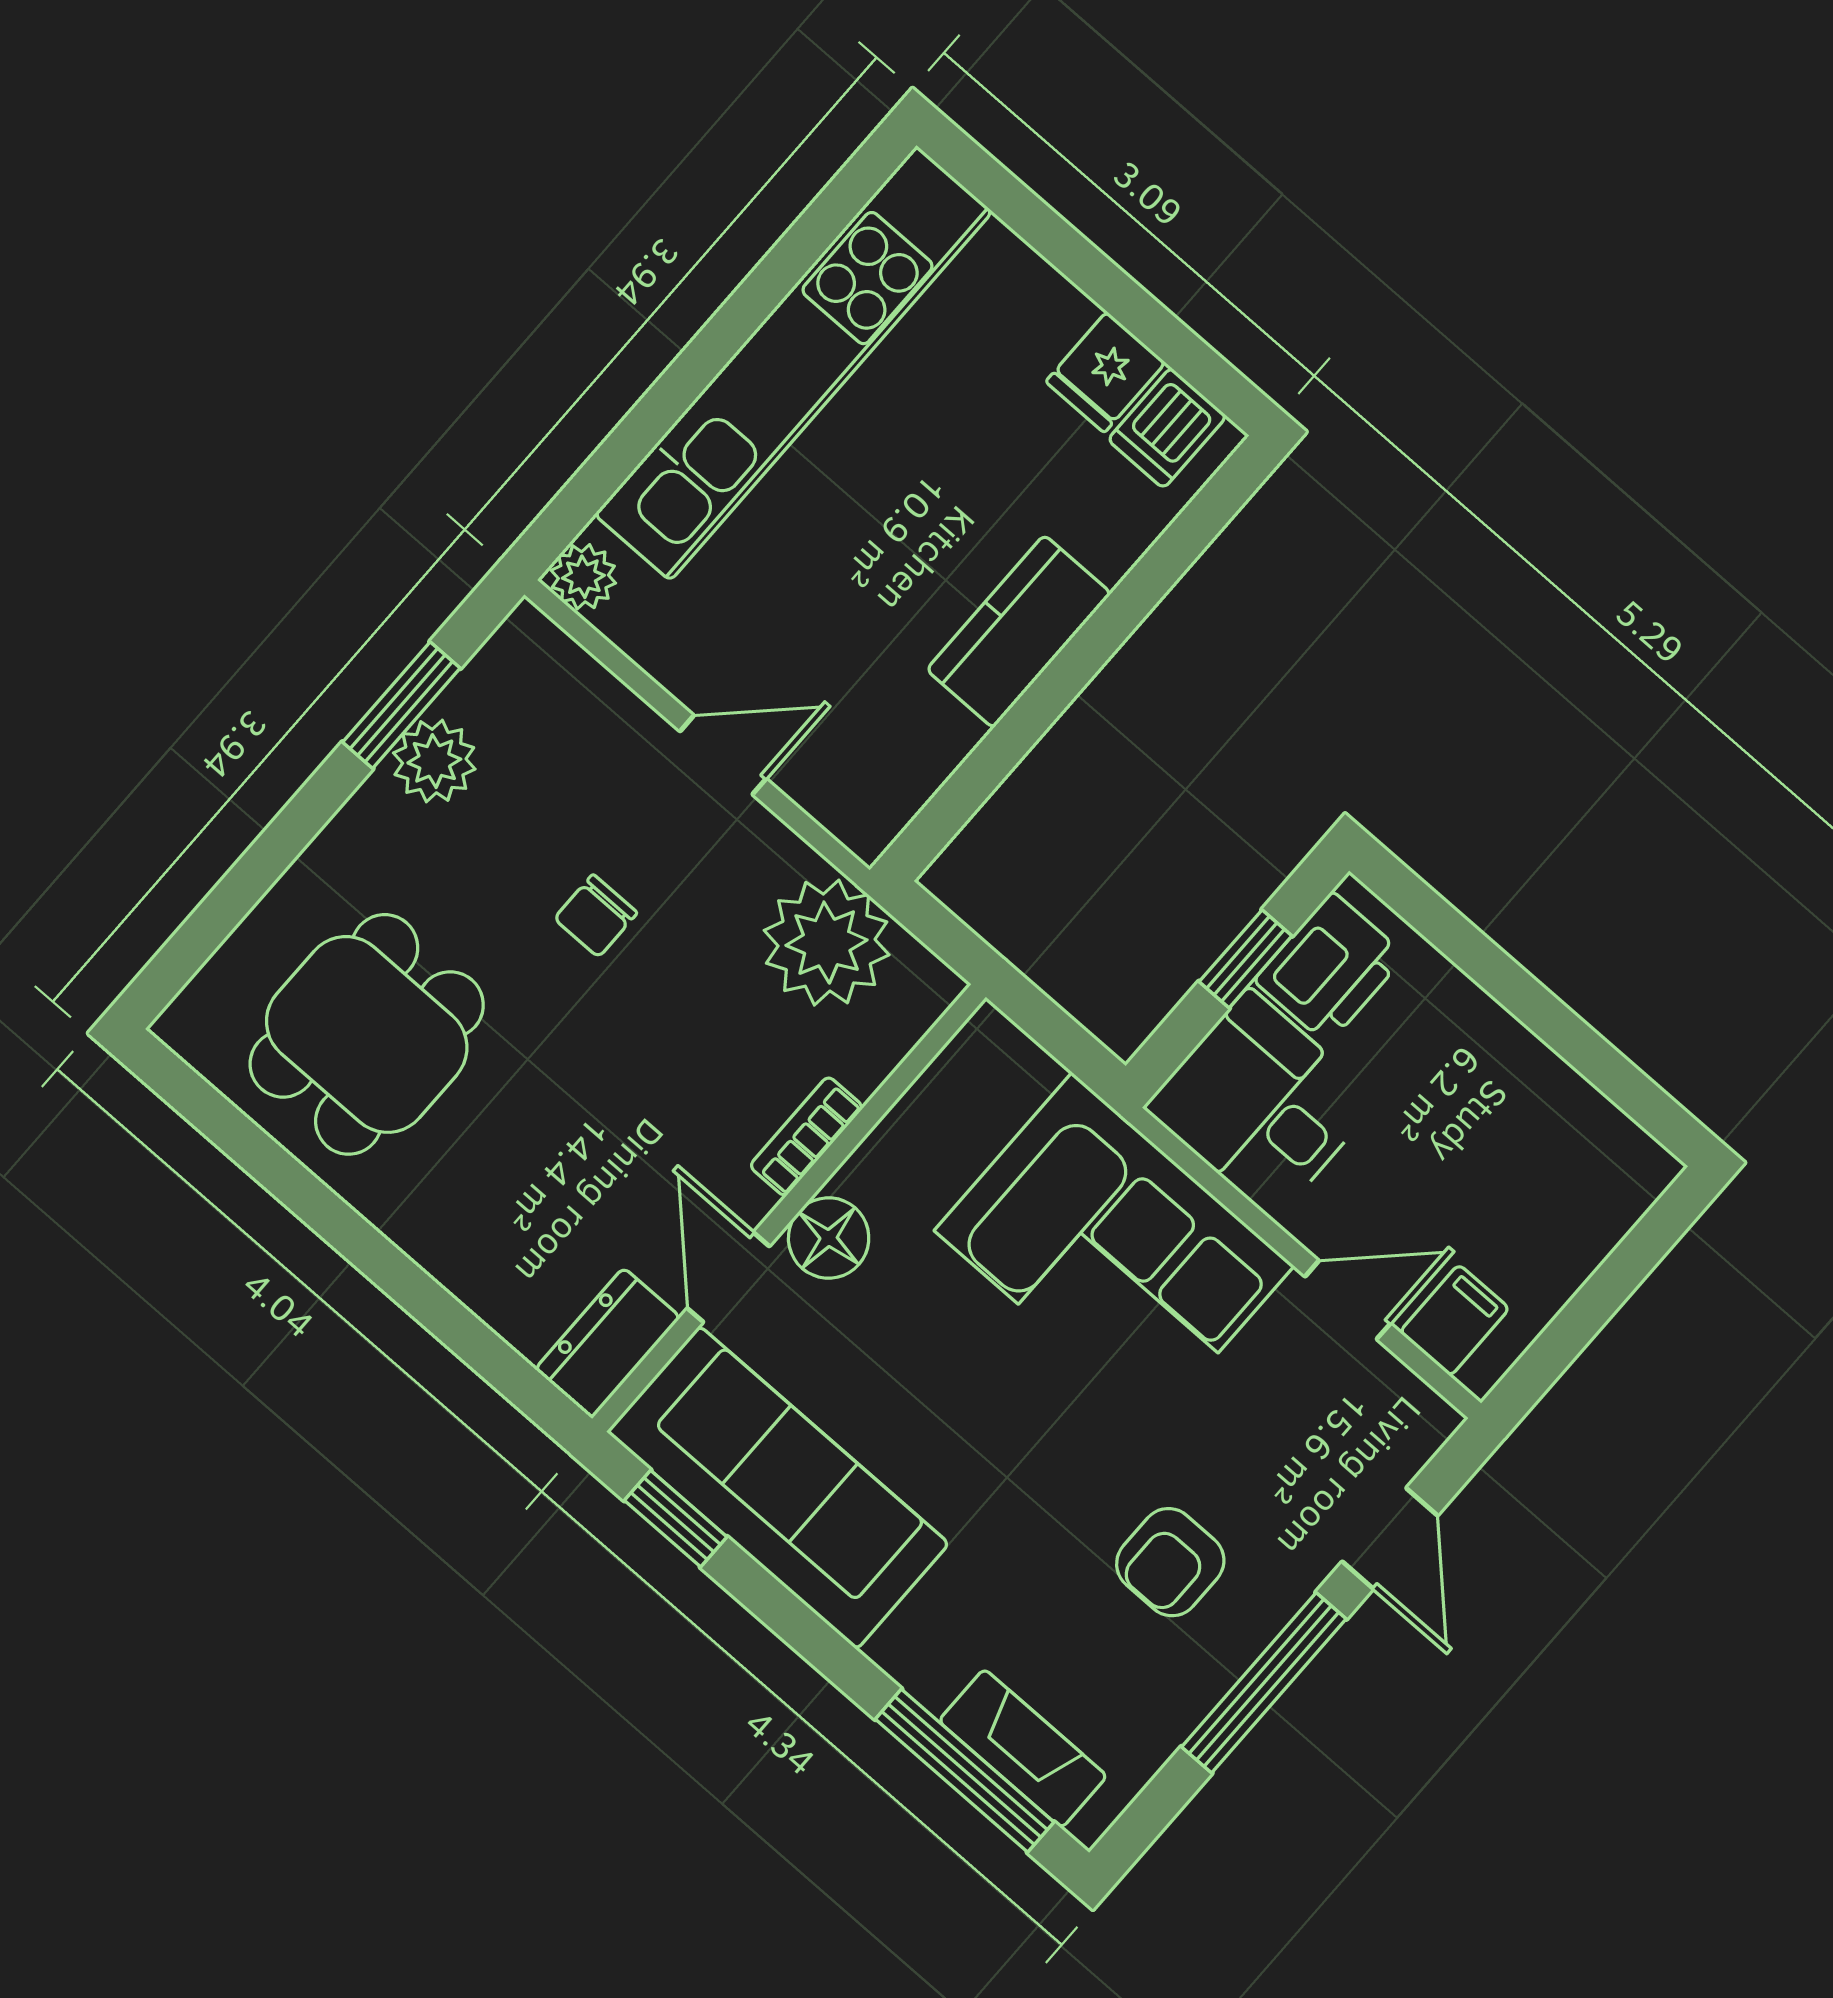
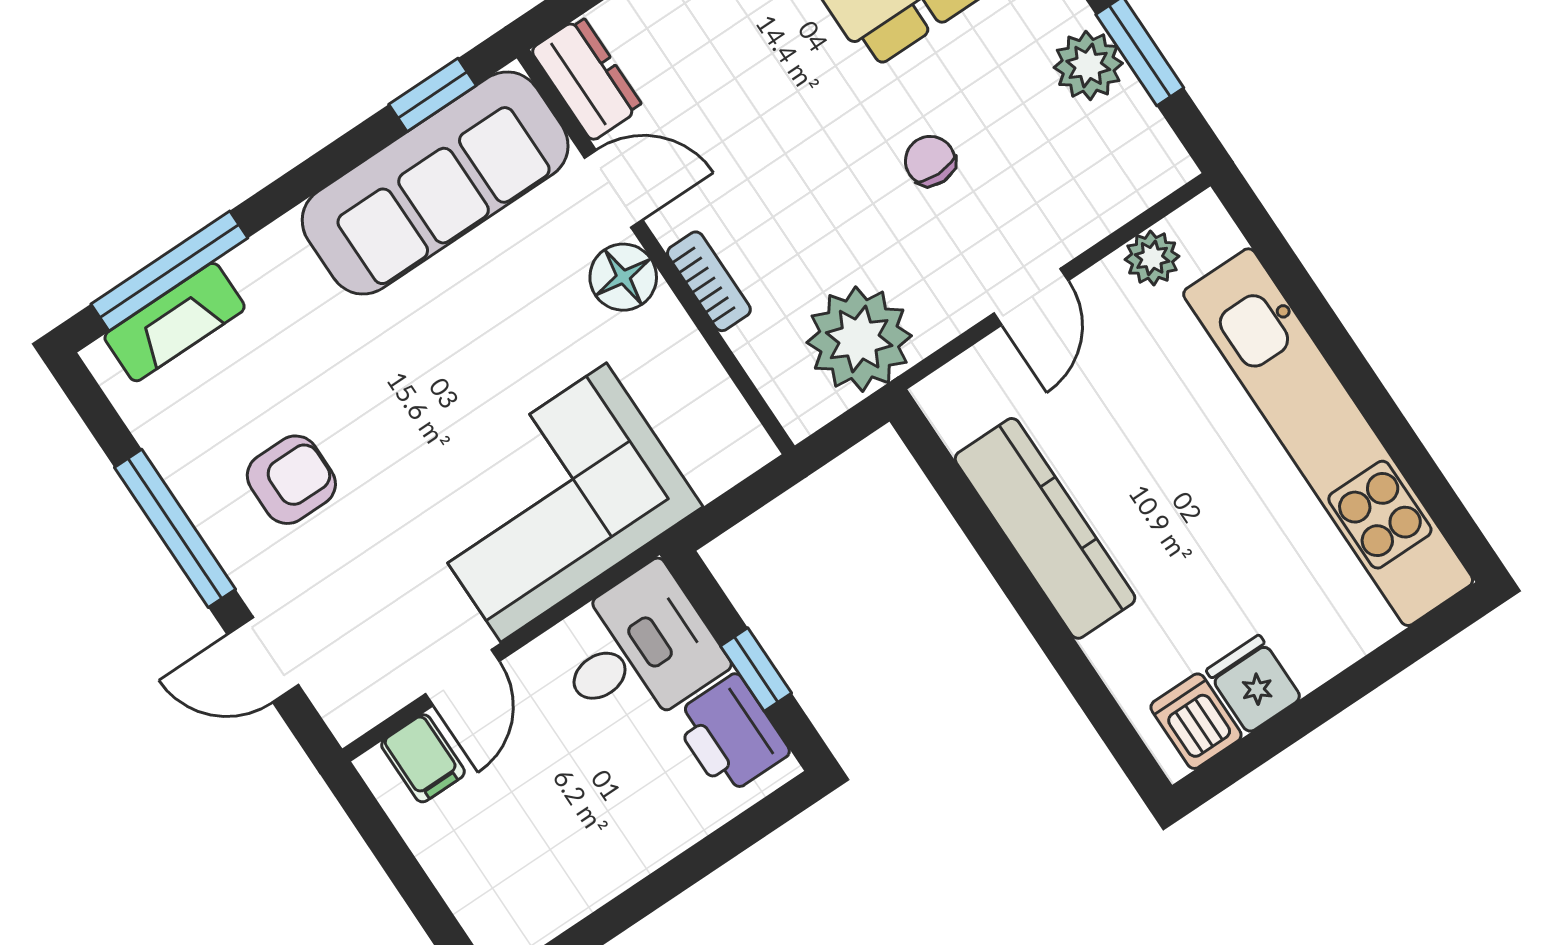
plant: (583, 577) -> (1152, 258), moved
kitchen counter: (1019, 632) -> (1045, 528), width x1.50
armchair: (1170, 1562) -> (291, 480), turned 90

